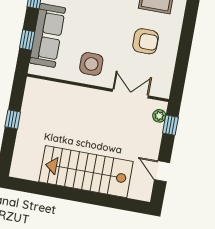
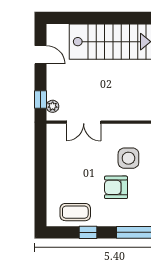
armchair: (146, 41) -> (116, 187), moved
side table: (91, 64) -> (128, 158), moved

